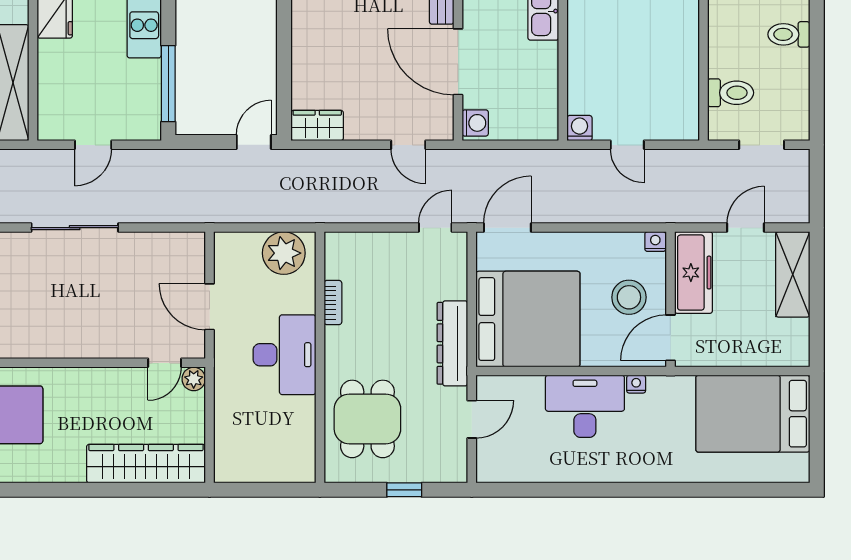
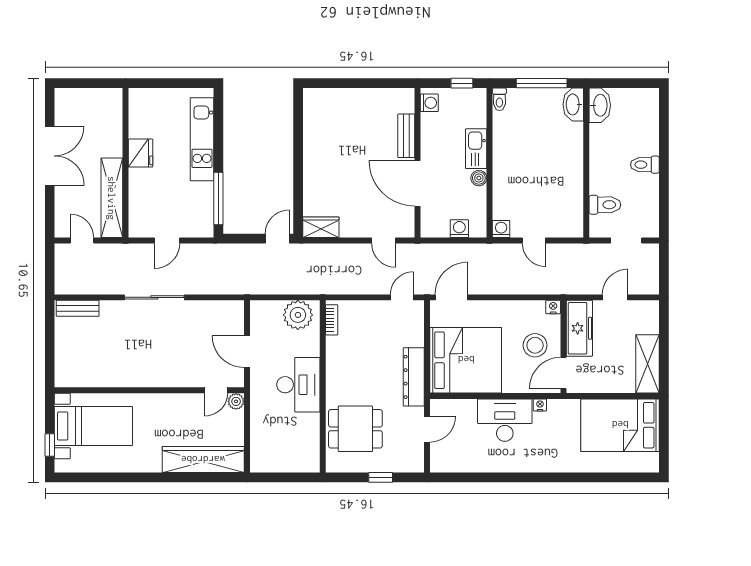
boiler: (547, 54) -> (479, 178), added
washing machine: (475, 123) -> (459, 229), moved, turned -90
shelving: (793, 274) -> (648, 364), moved
bookcase: (333, 303) -> (332, 320), moved
dining table: (367, 419) -> (355, 429), turned 90

